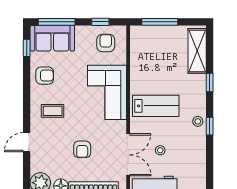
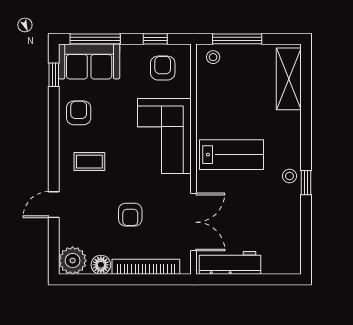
armchair: (45, 76) -> (79, 113), turned -90
window: (210, 82) -> (306, 122), removed
stool: (160, 150) -> (213, 57), moved

